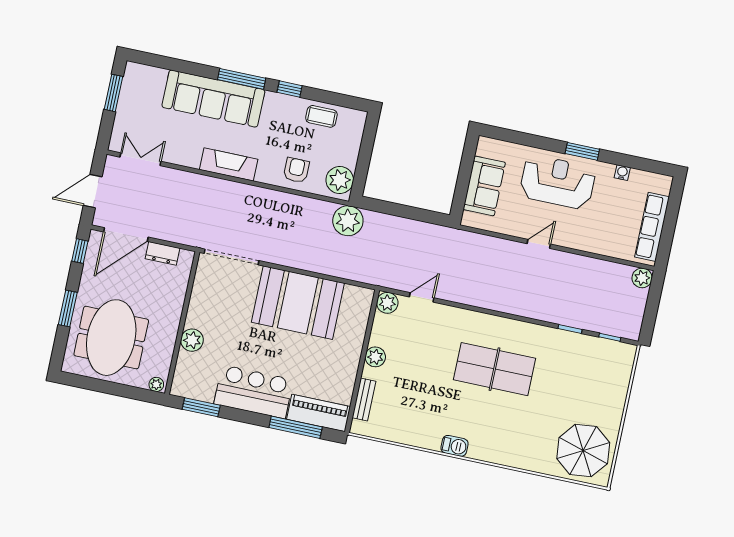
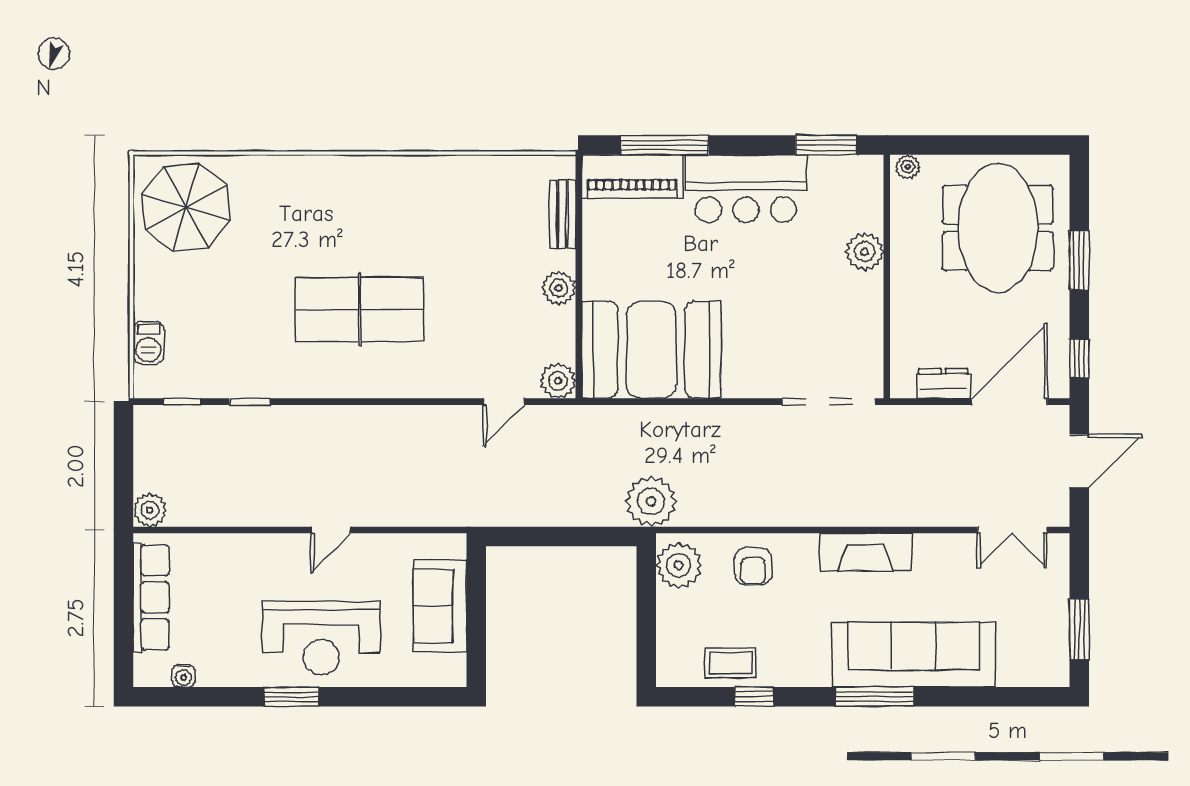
window: (290, 89) -> (754, 697), moved
water cooler: (622, 173) -> (184, 676), moved
booth: (298, 303) -> (651, 350), moved
barbecue: (455, 446) -> (148, 343), moved, turned -90

